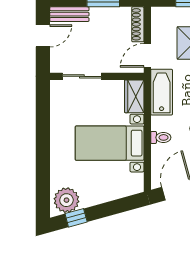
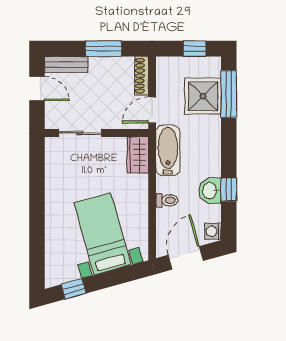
door: (43, 36) -> (37, 88), hinge flipped
bed with nightstands: (110, 143) -> (102, 234), moved, turned 75
plant: (66, 200) -> (63, 269), removed

